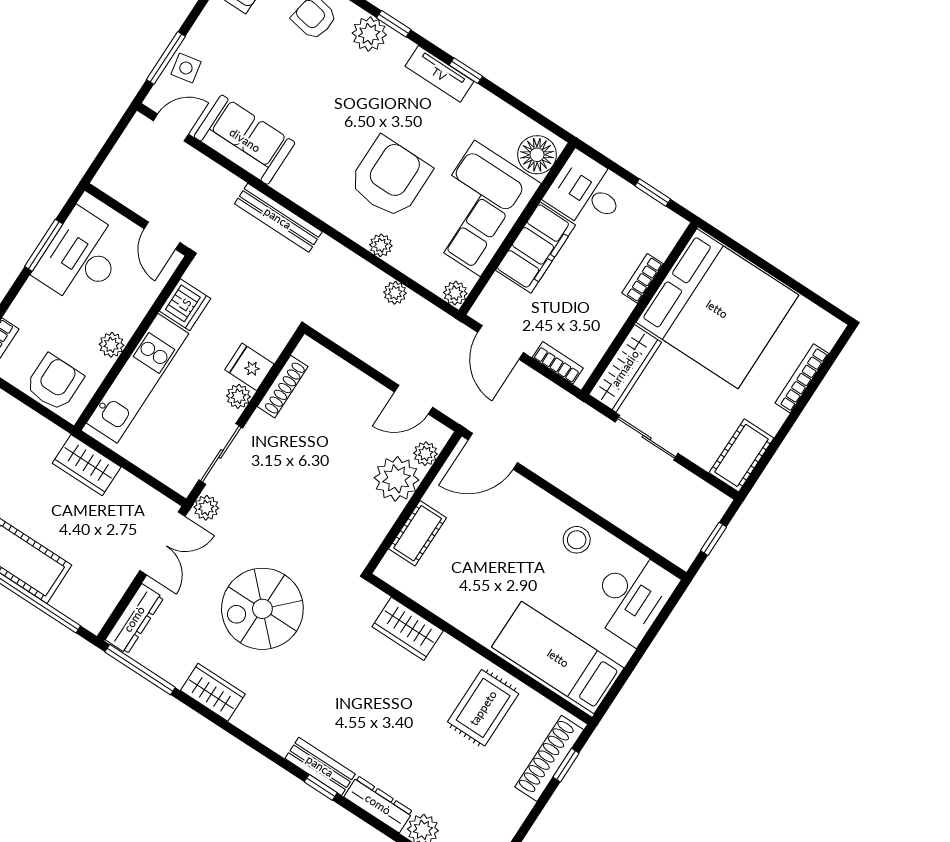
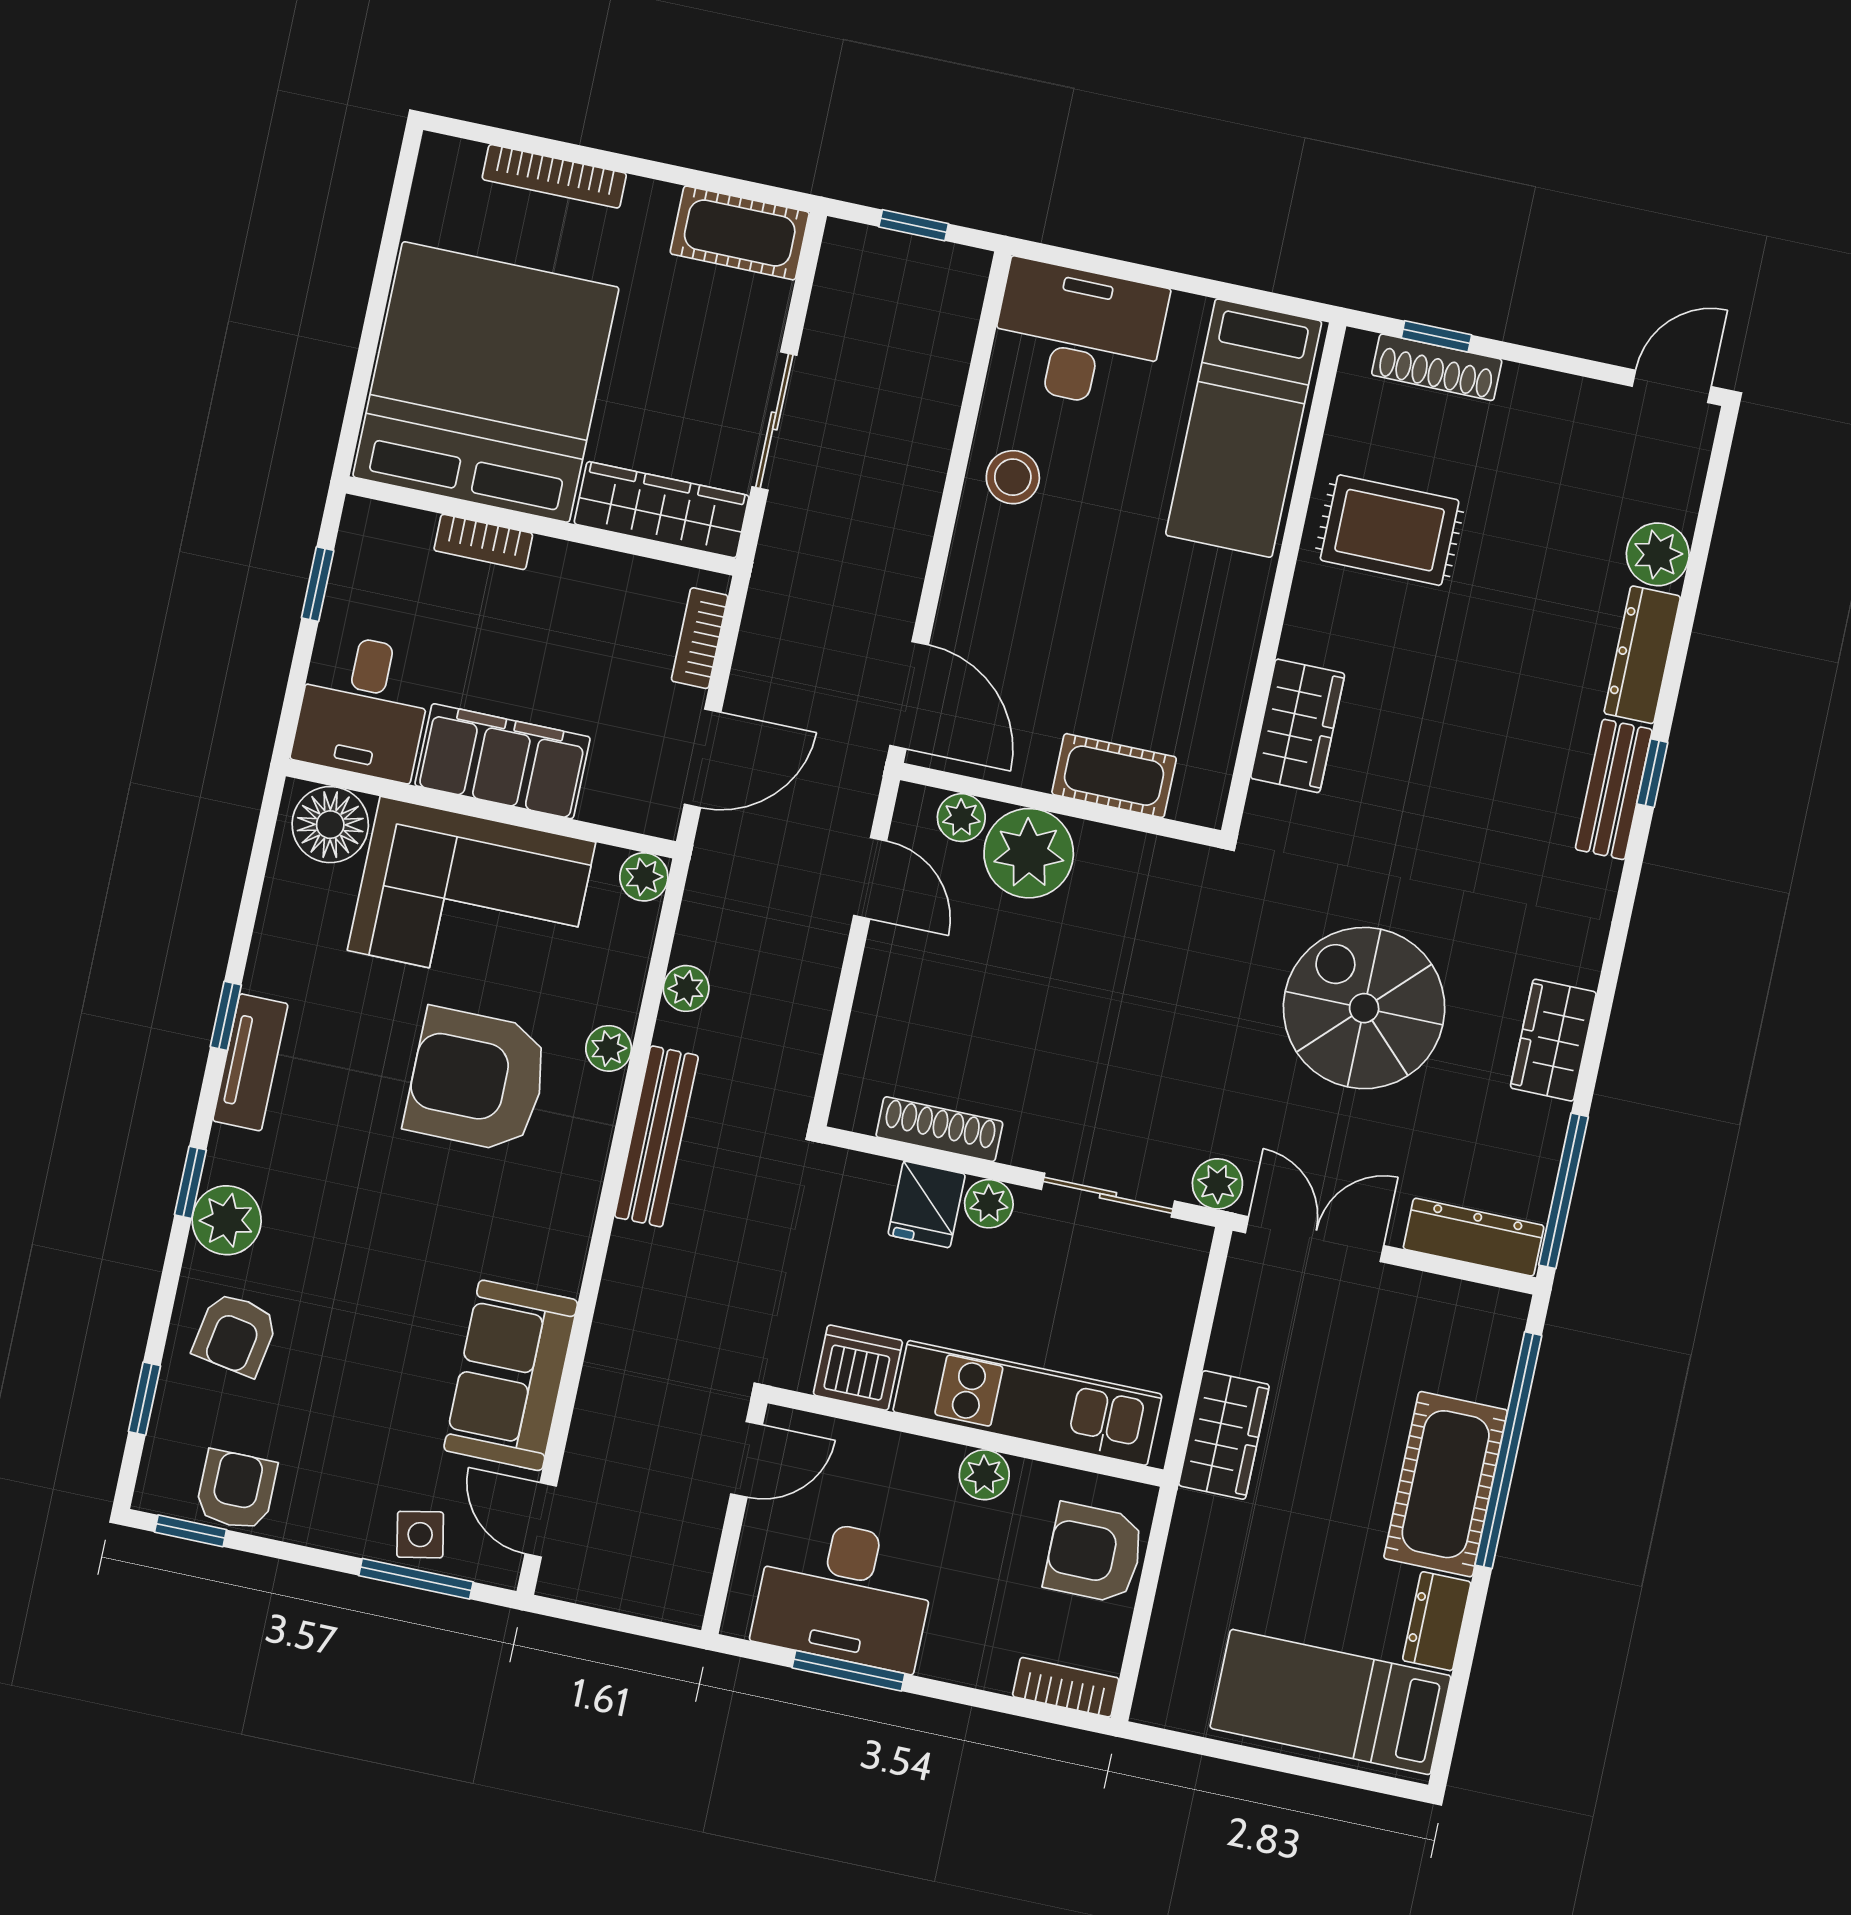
bench: (278, 218) -> (656, 1136), moved
spiral stairs: (262, 609) -> (1364, 1008), turned 180
shoe rack: (549, 758) -> (1437, 367), width x0.74, depth x0.81

